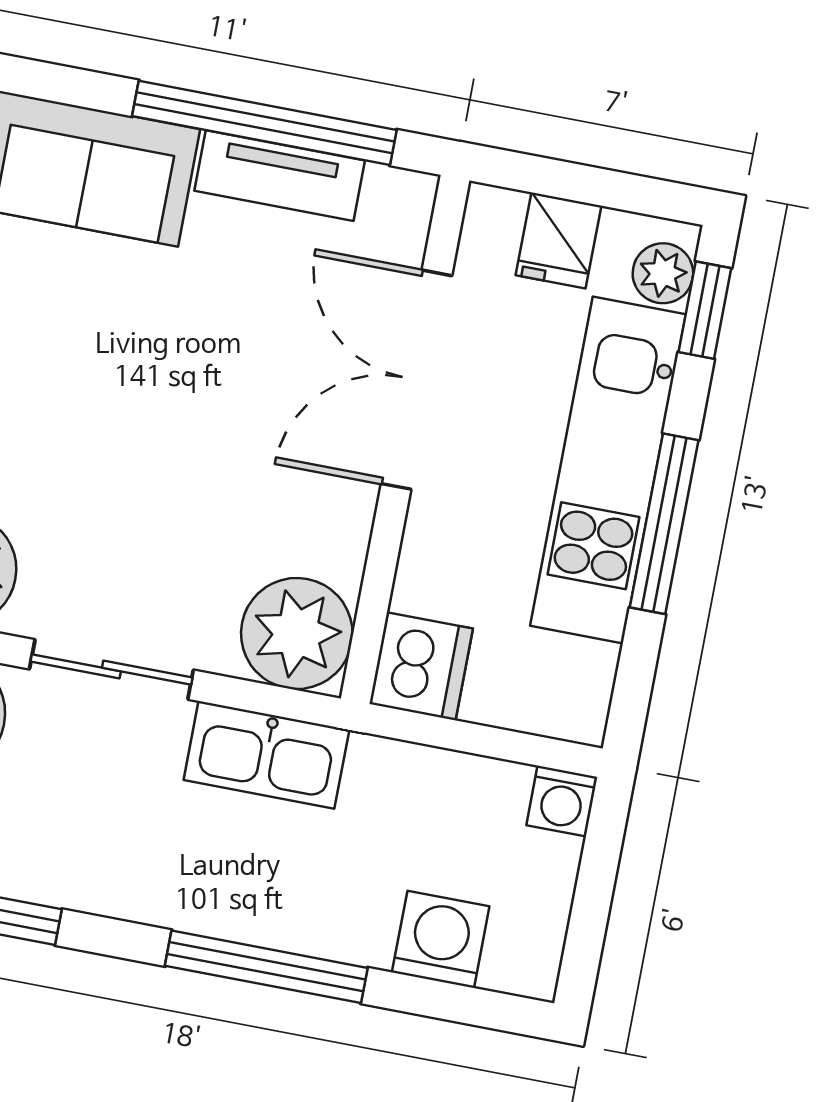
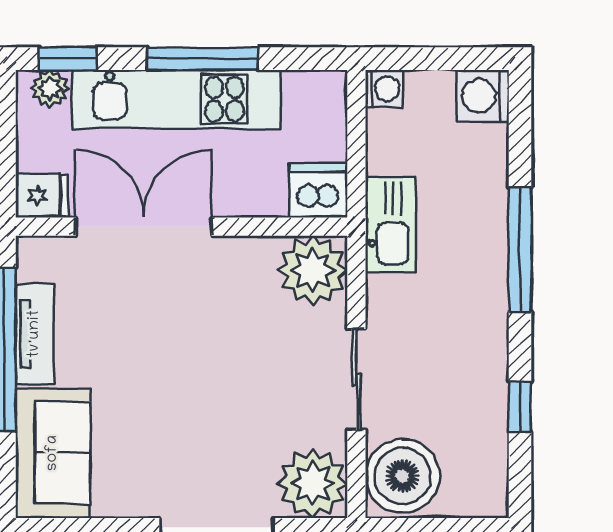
fridge: (558, 240) -> (42, 196), moved
double door: (417, 380) -> (144, 227), swing flipped
kitchen sink: (266, 755) -> (390, 224), moved
washing machine: (441, 939) -> (483, 96), moved

